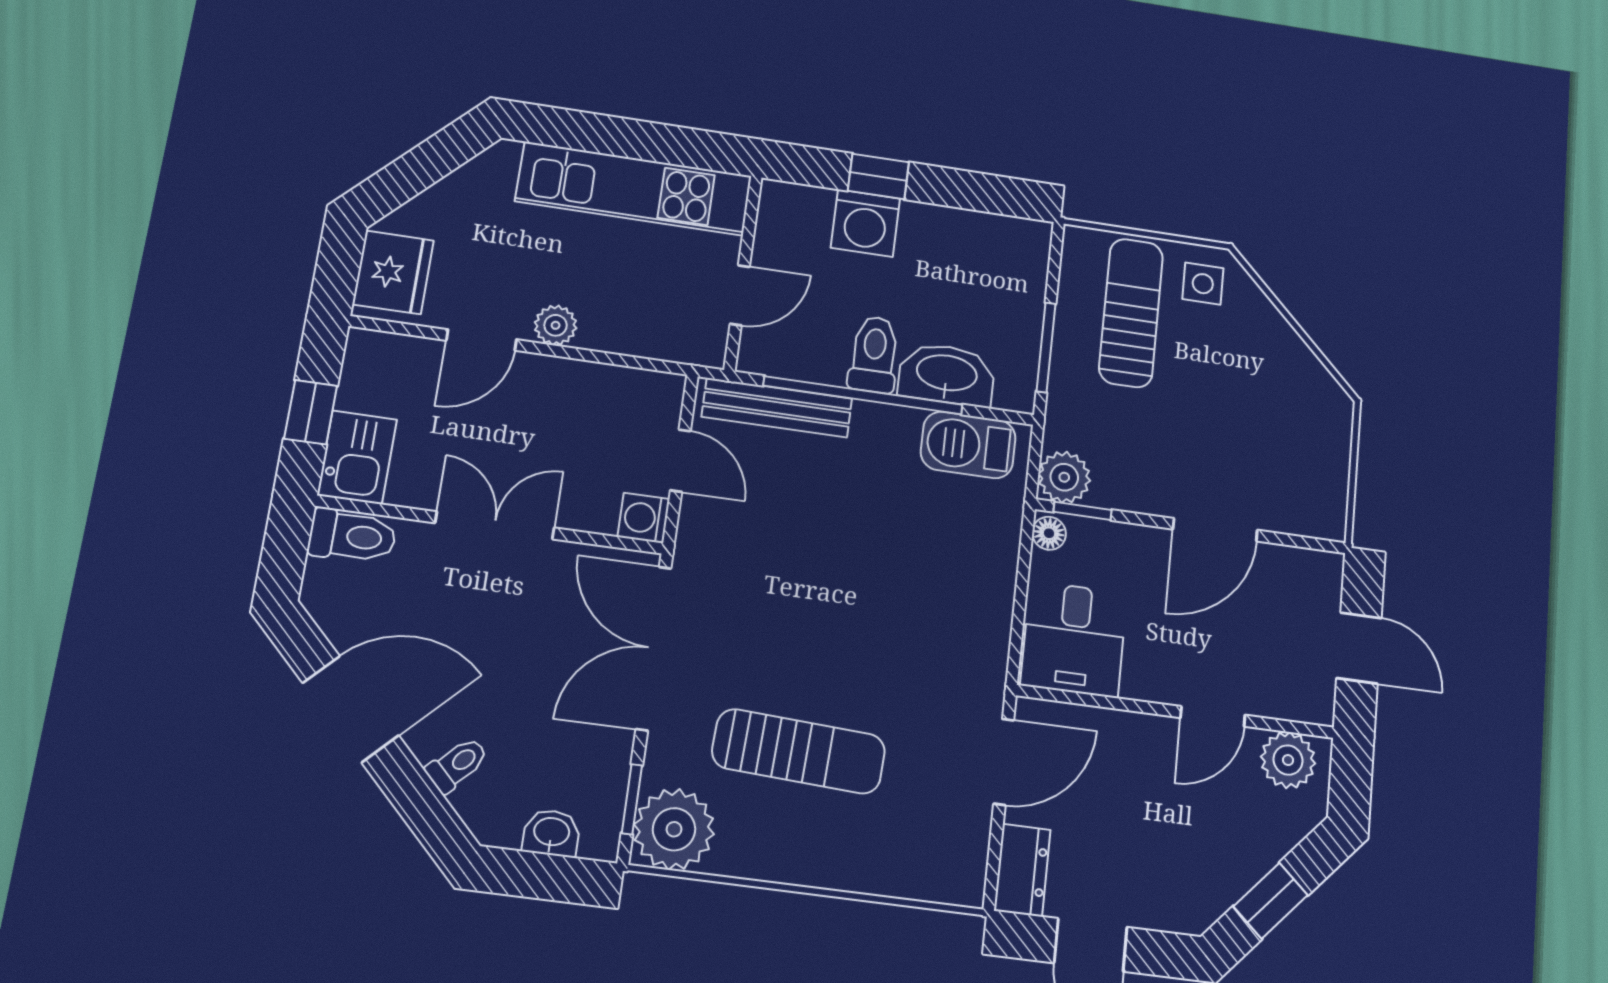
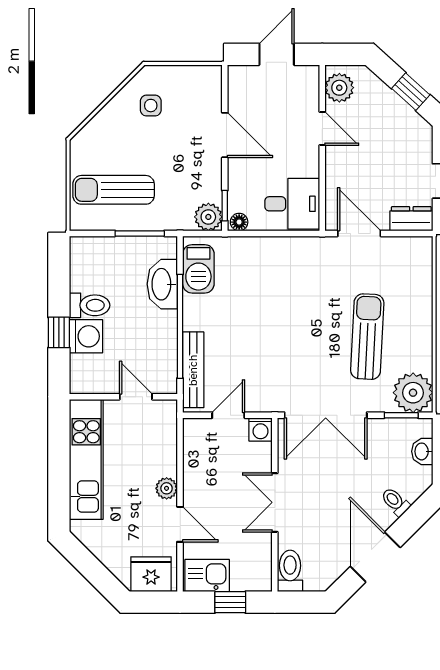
side table: (1203, 284) -> (151, 106), moved
toilet: (874, 354) -> (90, 305), moved, turned 180
kitchen sink: (357, 457) -> (207, 576), moved

